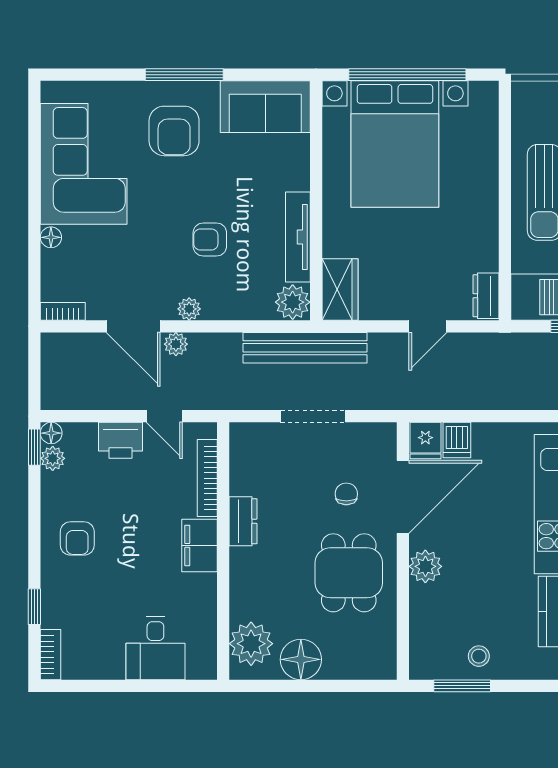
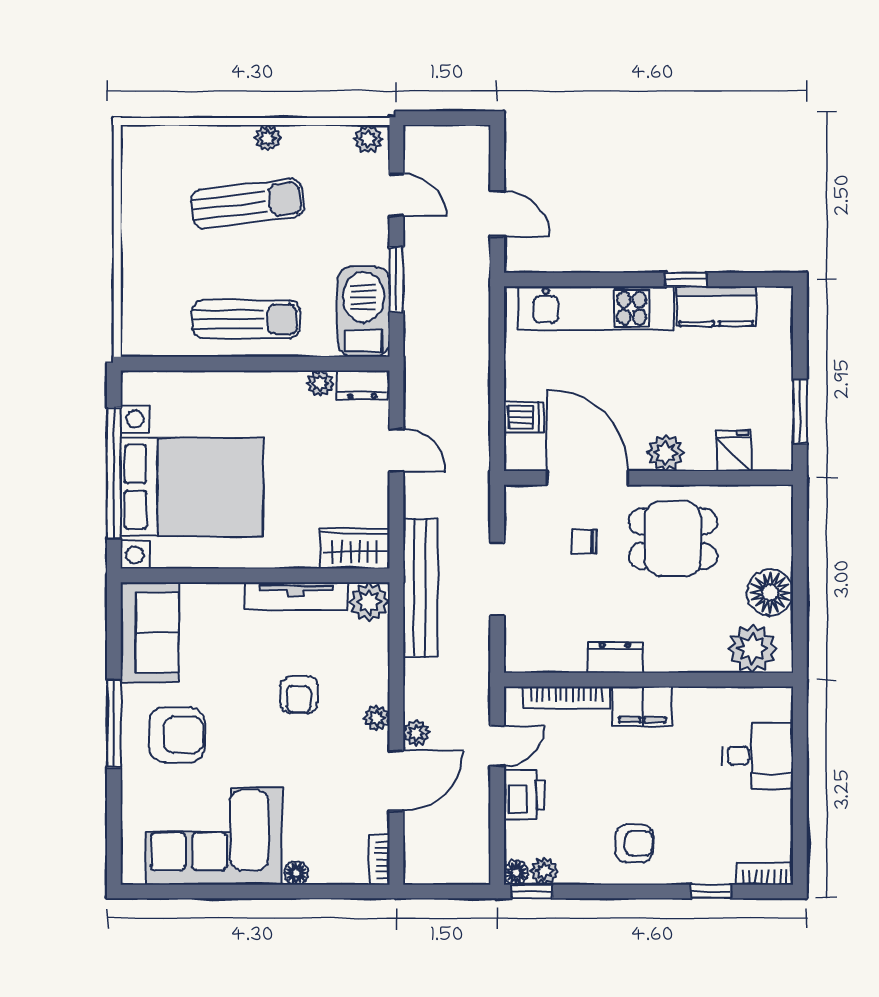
plant: (487, 259) -> (320, 383), added
fridge: (425, 441) -> (734, 451), moved, turned -90
stool: (479, 656) -> (766, 393), removed

